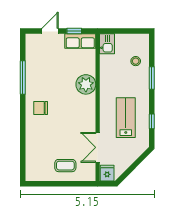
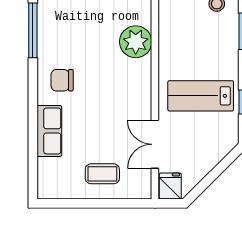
lab bench: (126, 118) -> (201, 96), turned -90
row of seats: (33, 139) -> (49, 131), added

